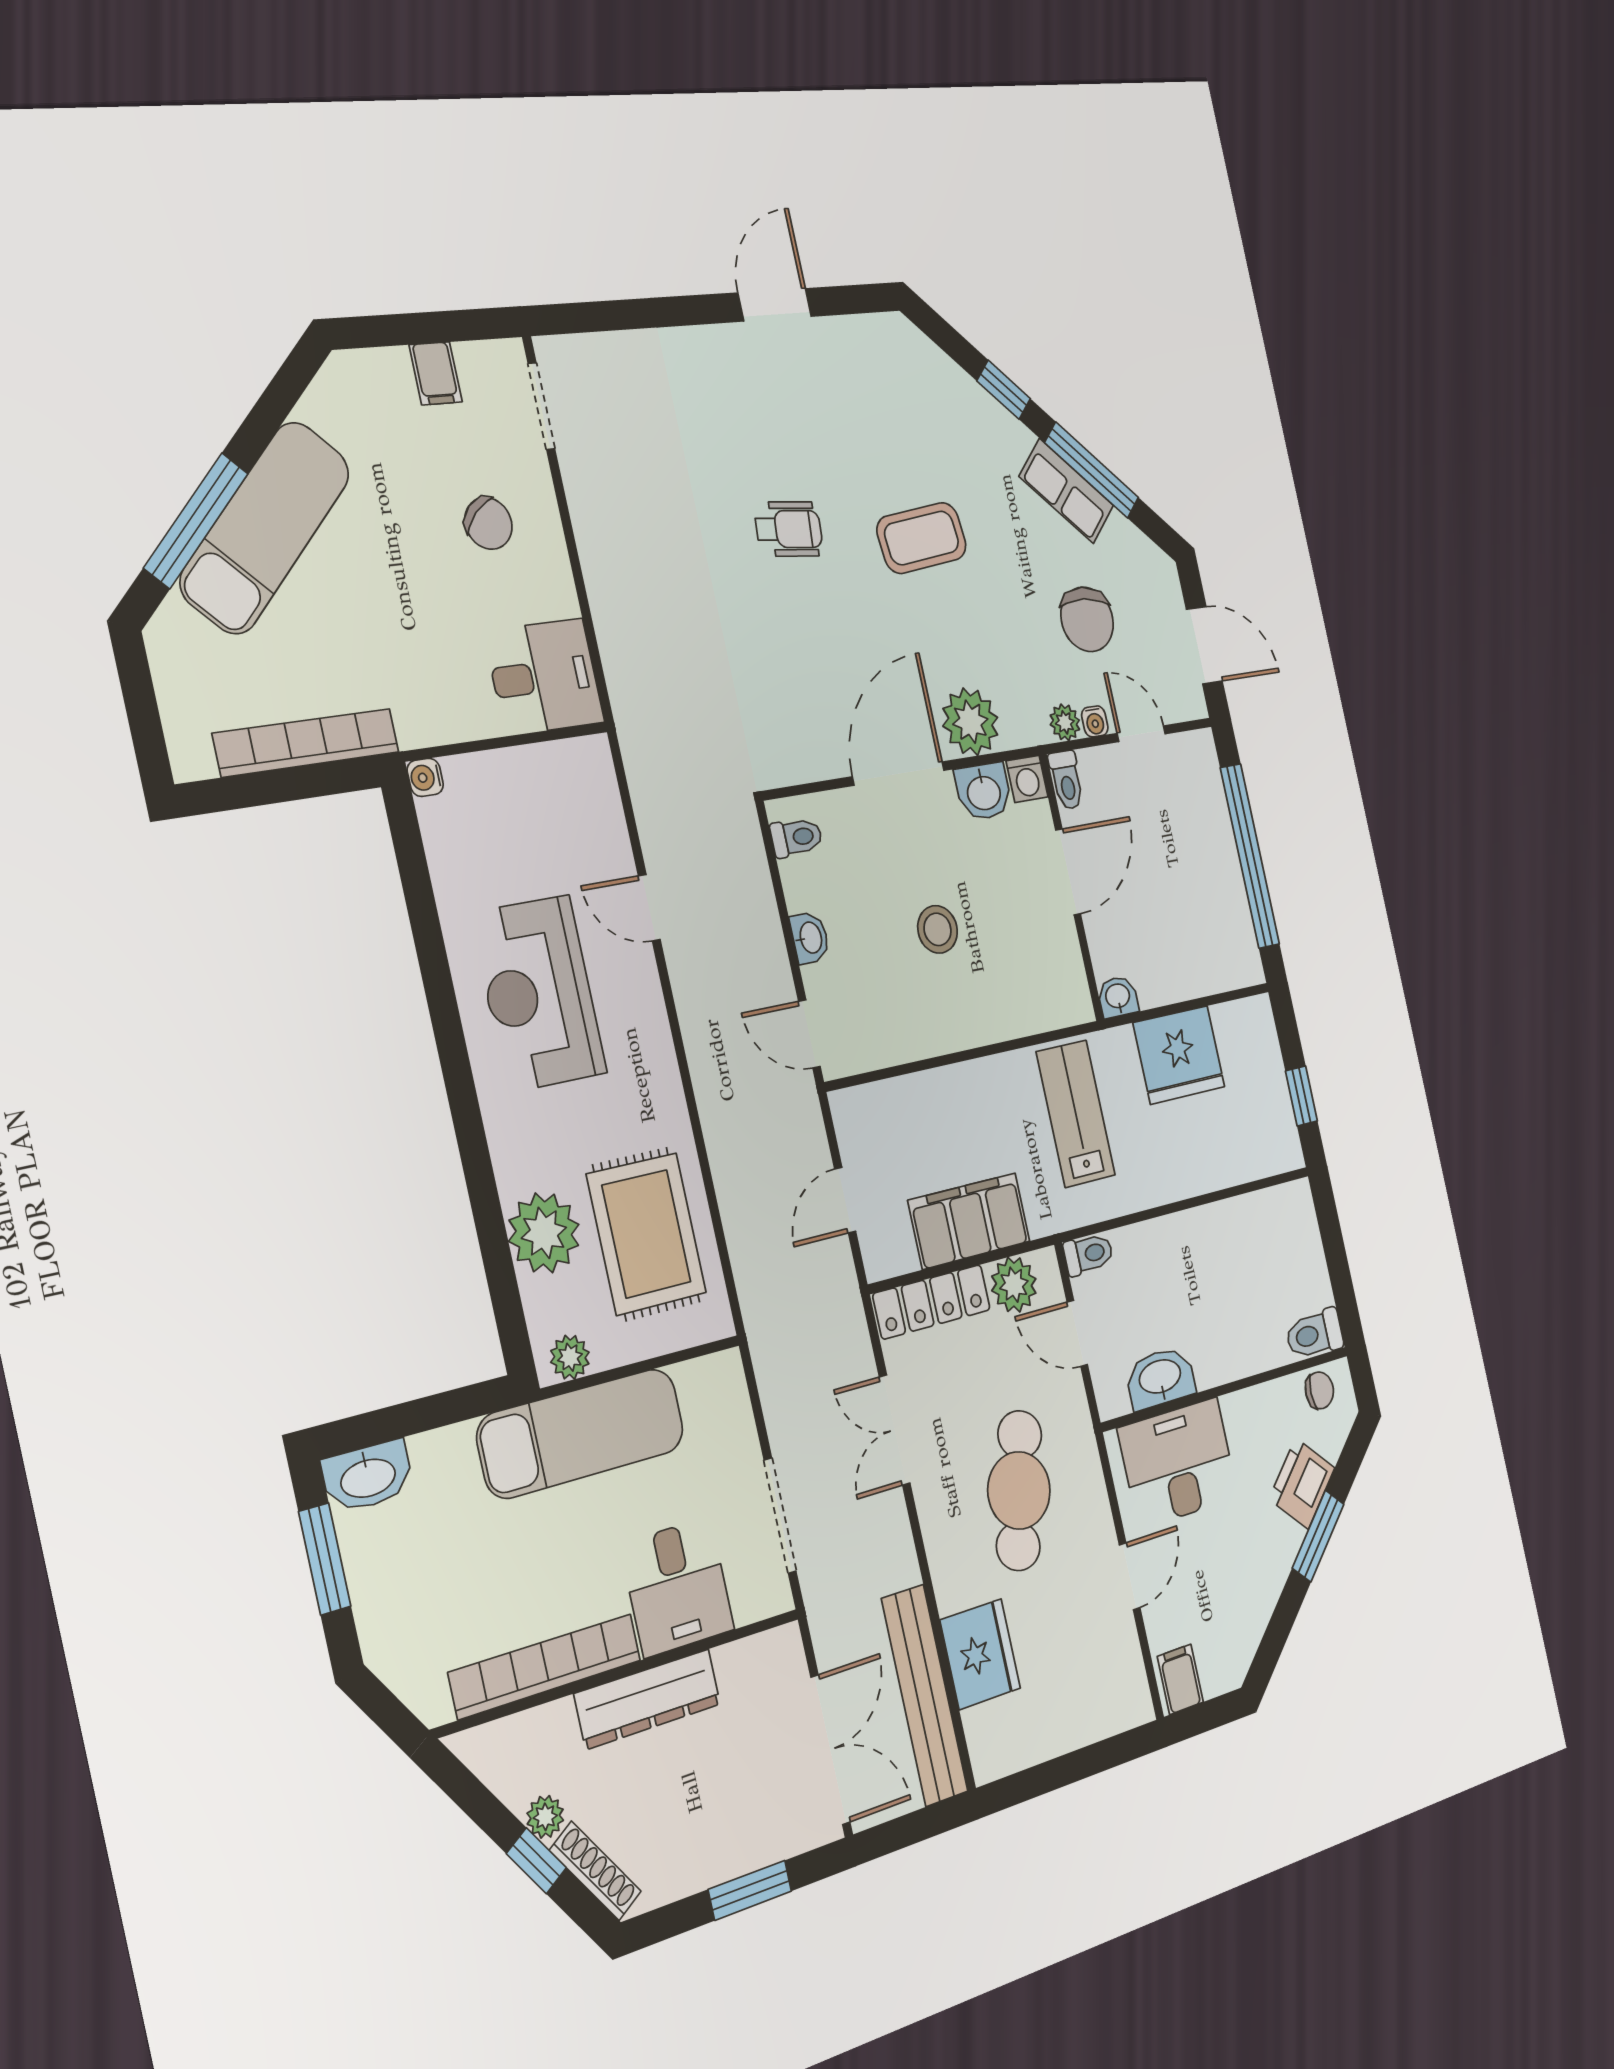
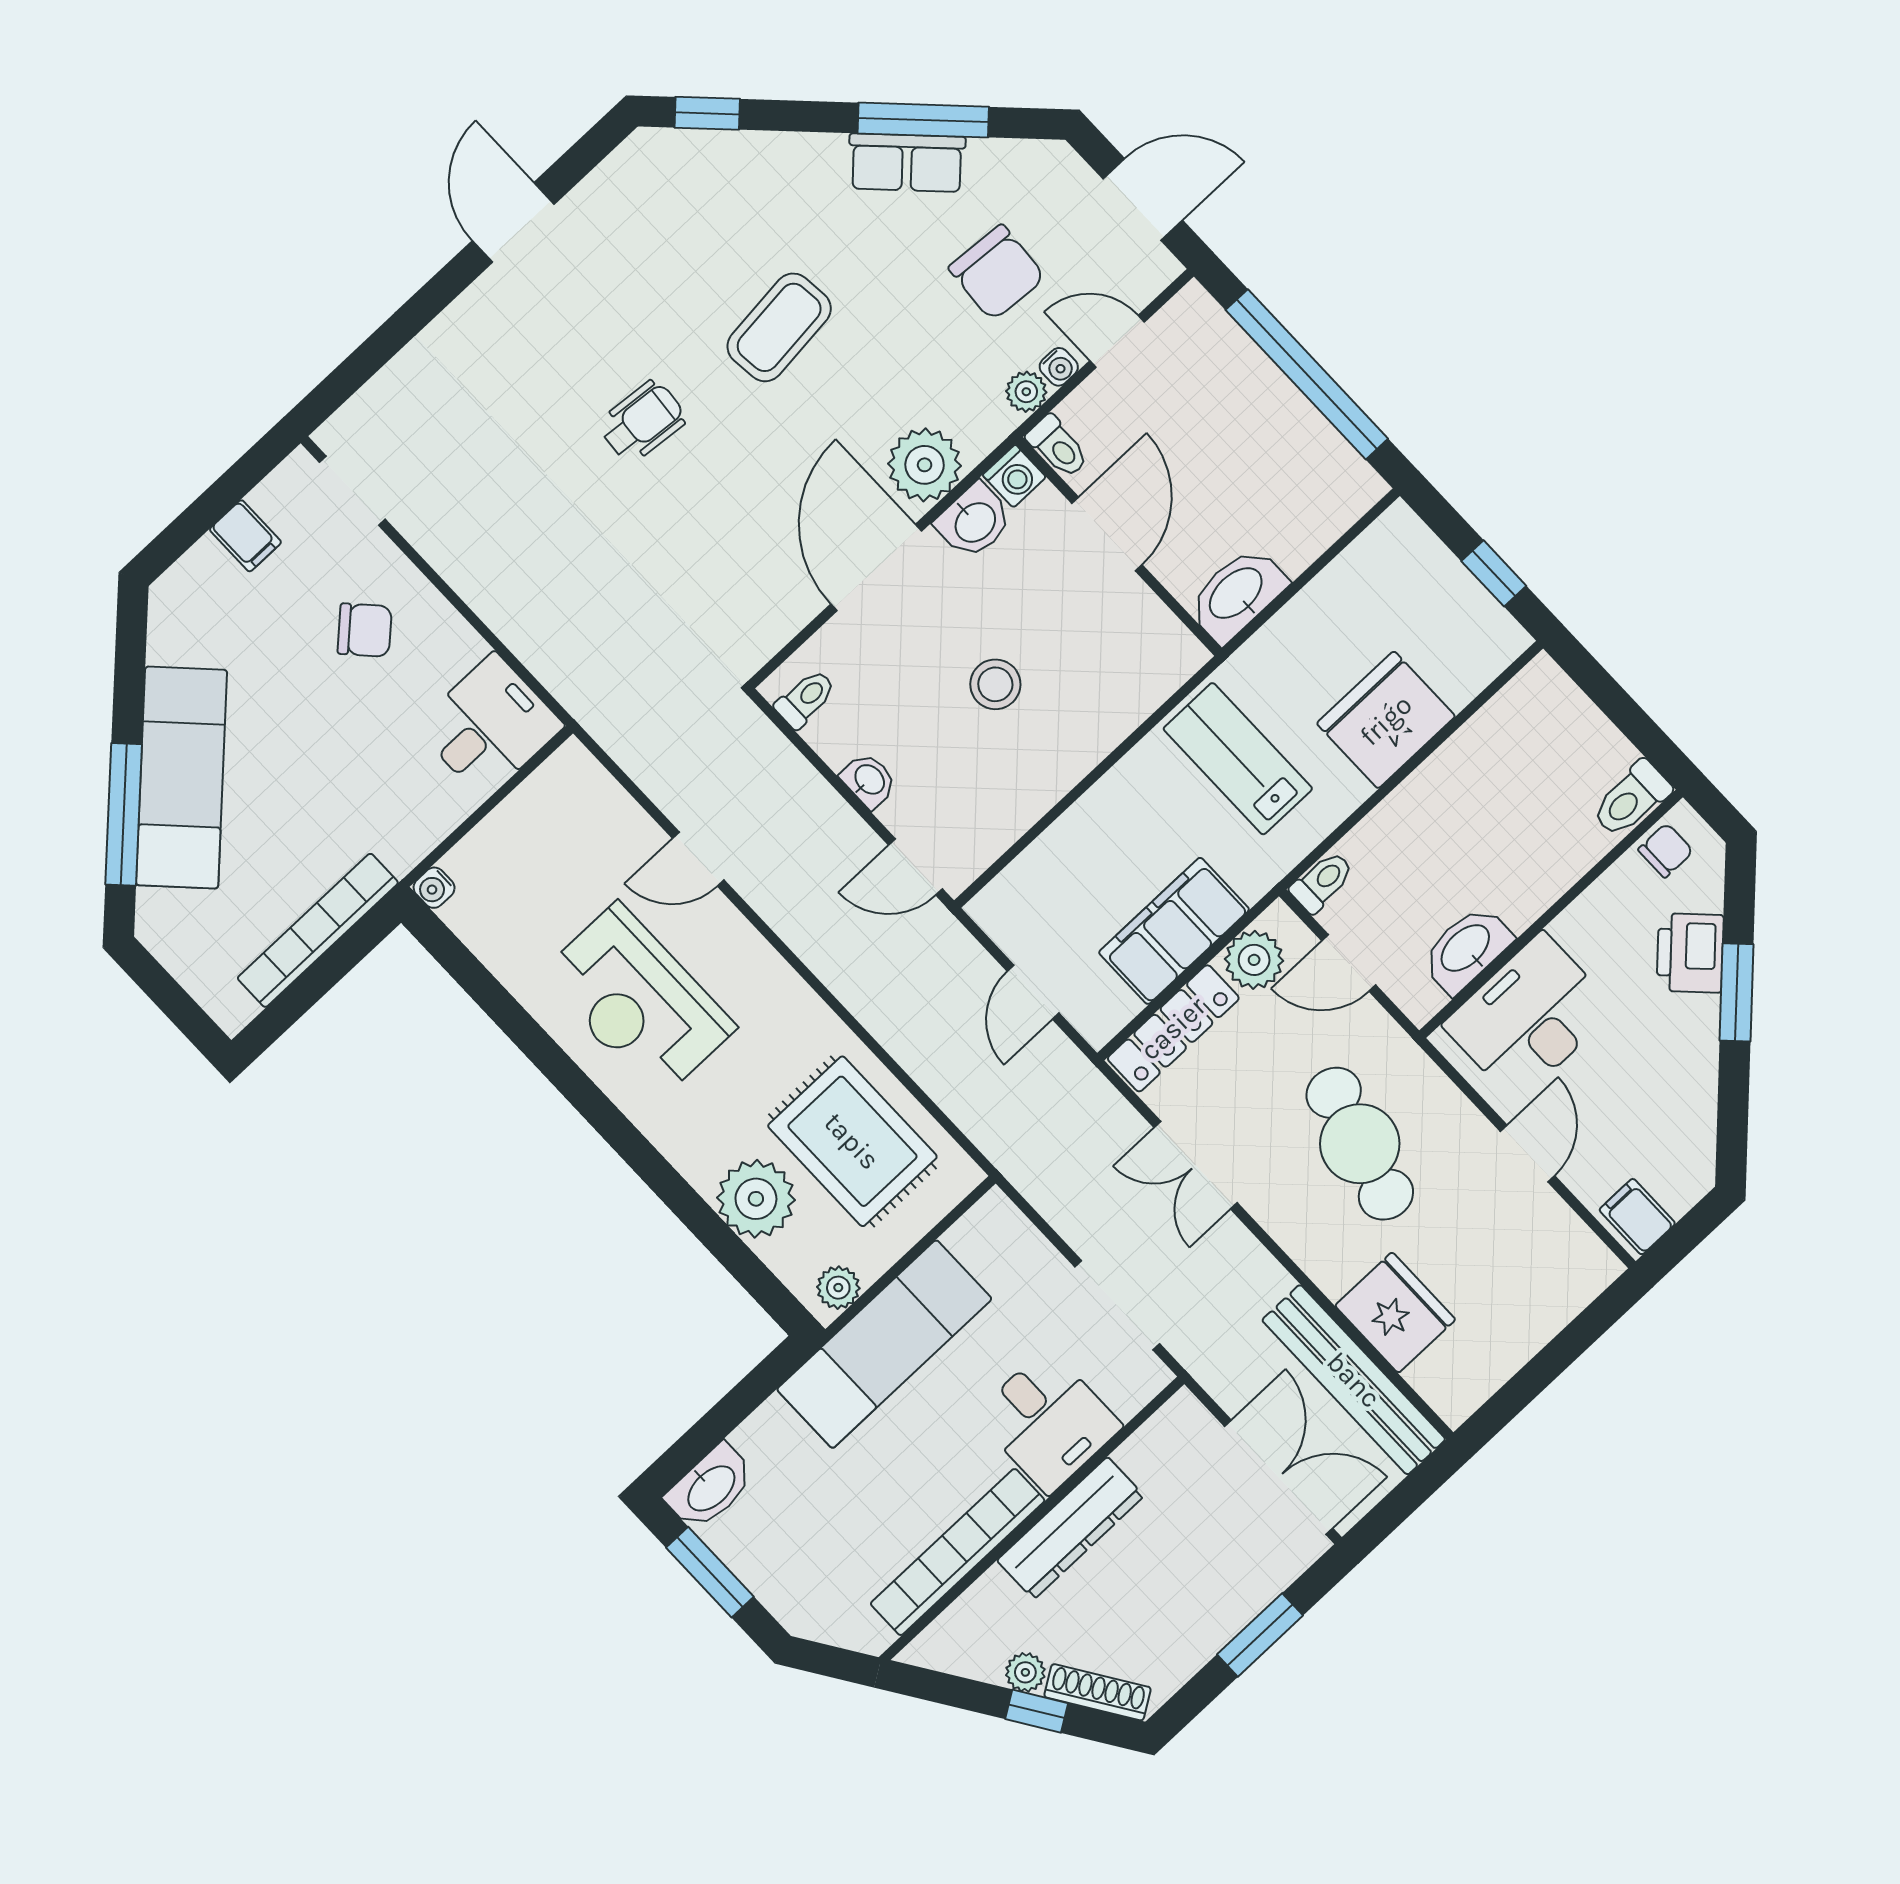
window: (1004, 390) -> (707, 113), moved
washbasin: (1118, 997) -> (1237, 594), width x1.91, depth x1.45
fridge: (1179, 1055) -> (1386, 720), moved, turned 180

